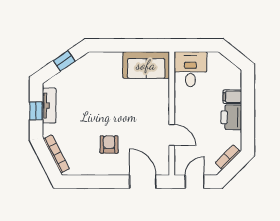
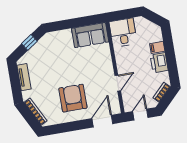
window: (36, 111) -> (15, 83), removed
door: (172, 135) -> (118, 83), hinge flipped
armchair: (109, 144) -> (73, 98), width x1.88, depth x1.88
door: (143, 182) -> (102, 121), hinge flipped

